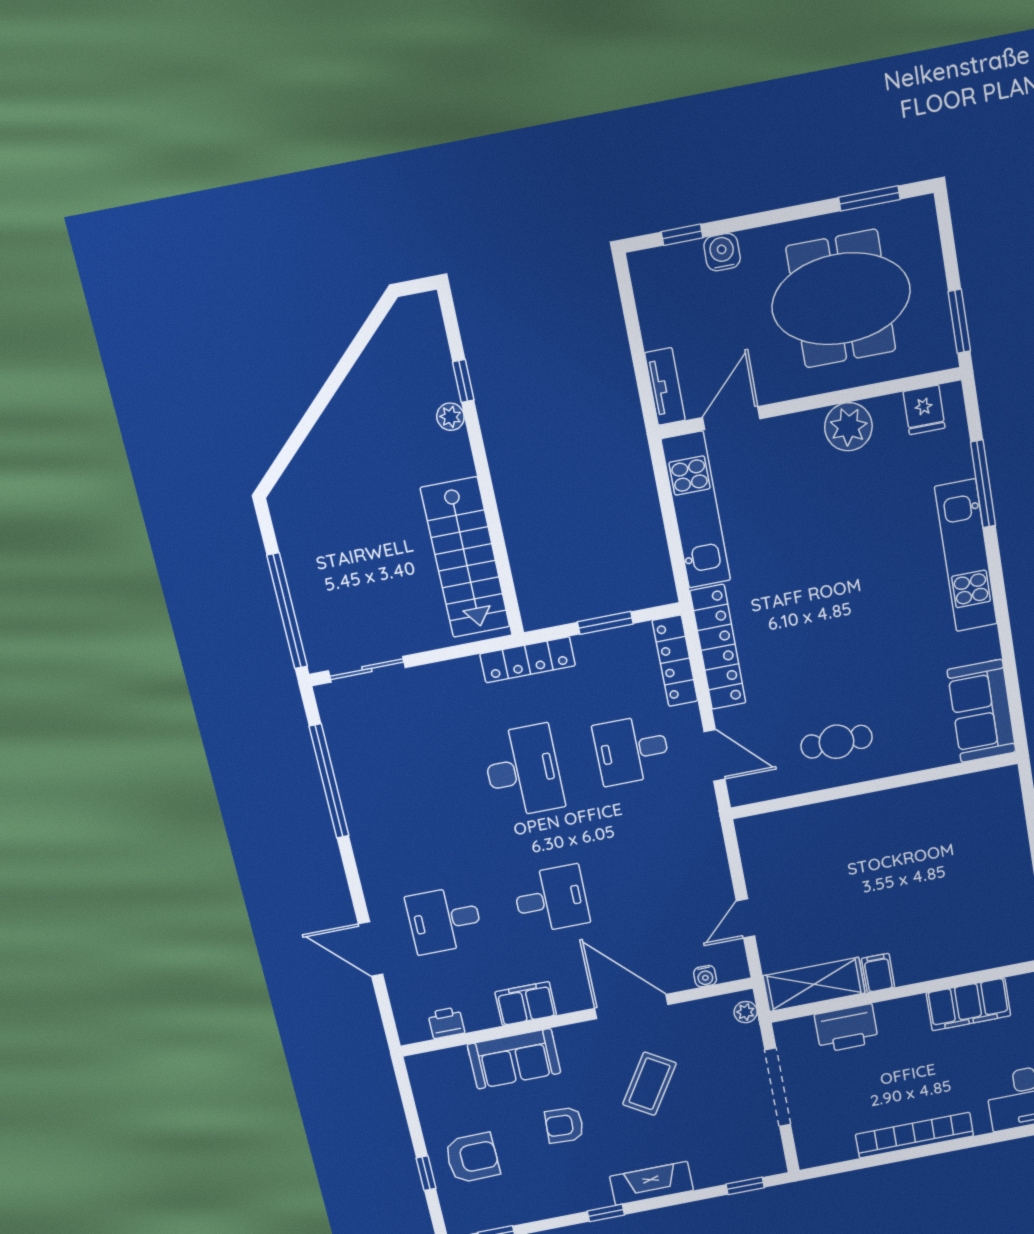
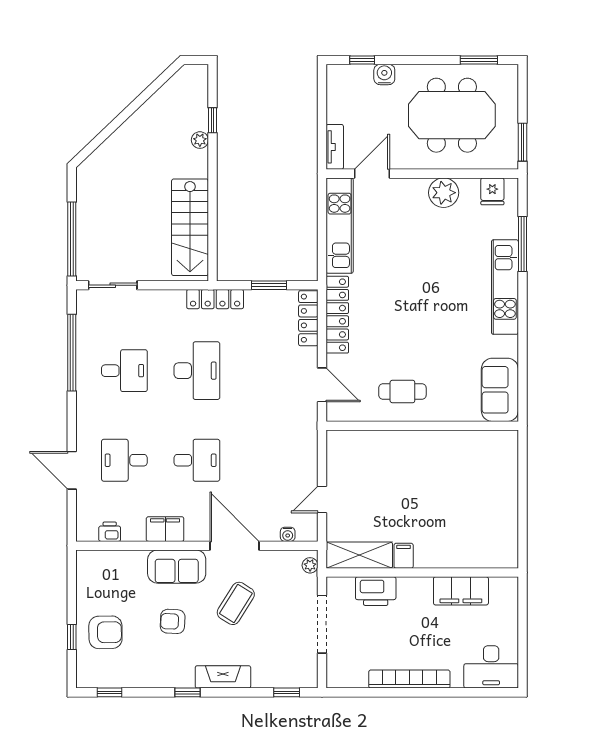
desk: (632, 750) -> (124, 371), moved, turned 180
sofa: (514, 1059) -> (177, 567), moved

